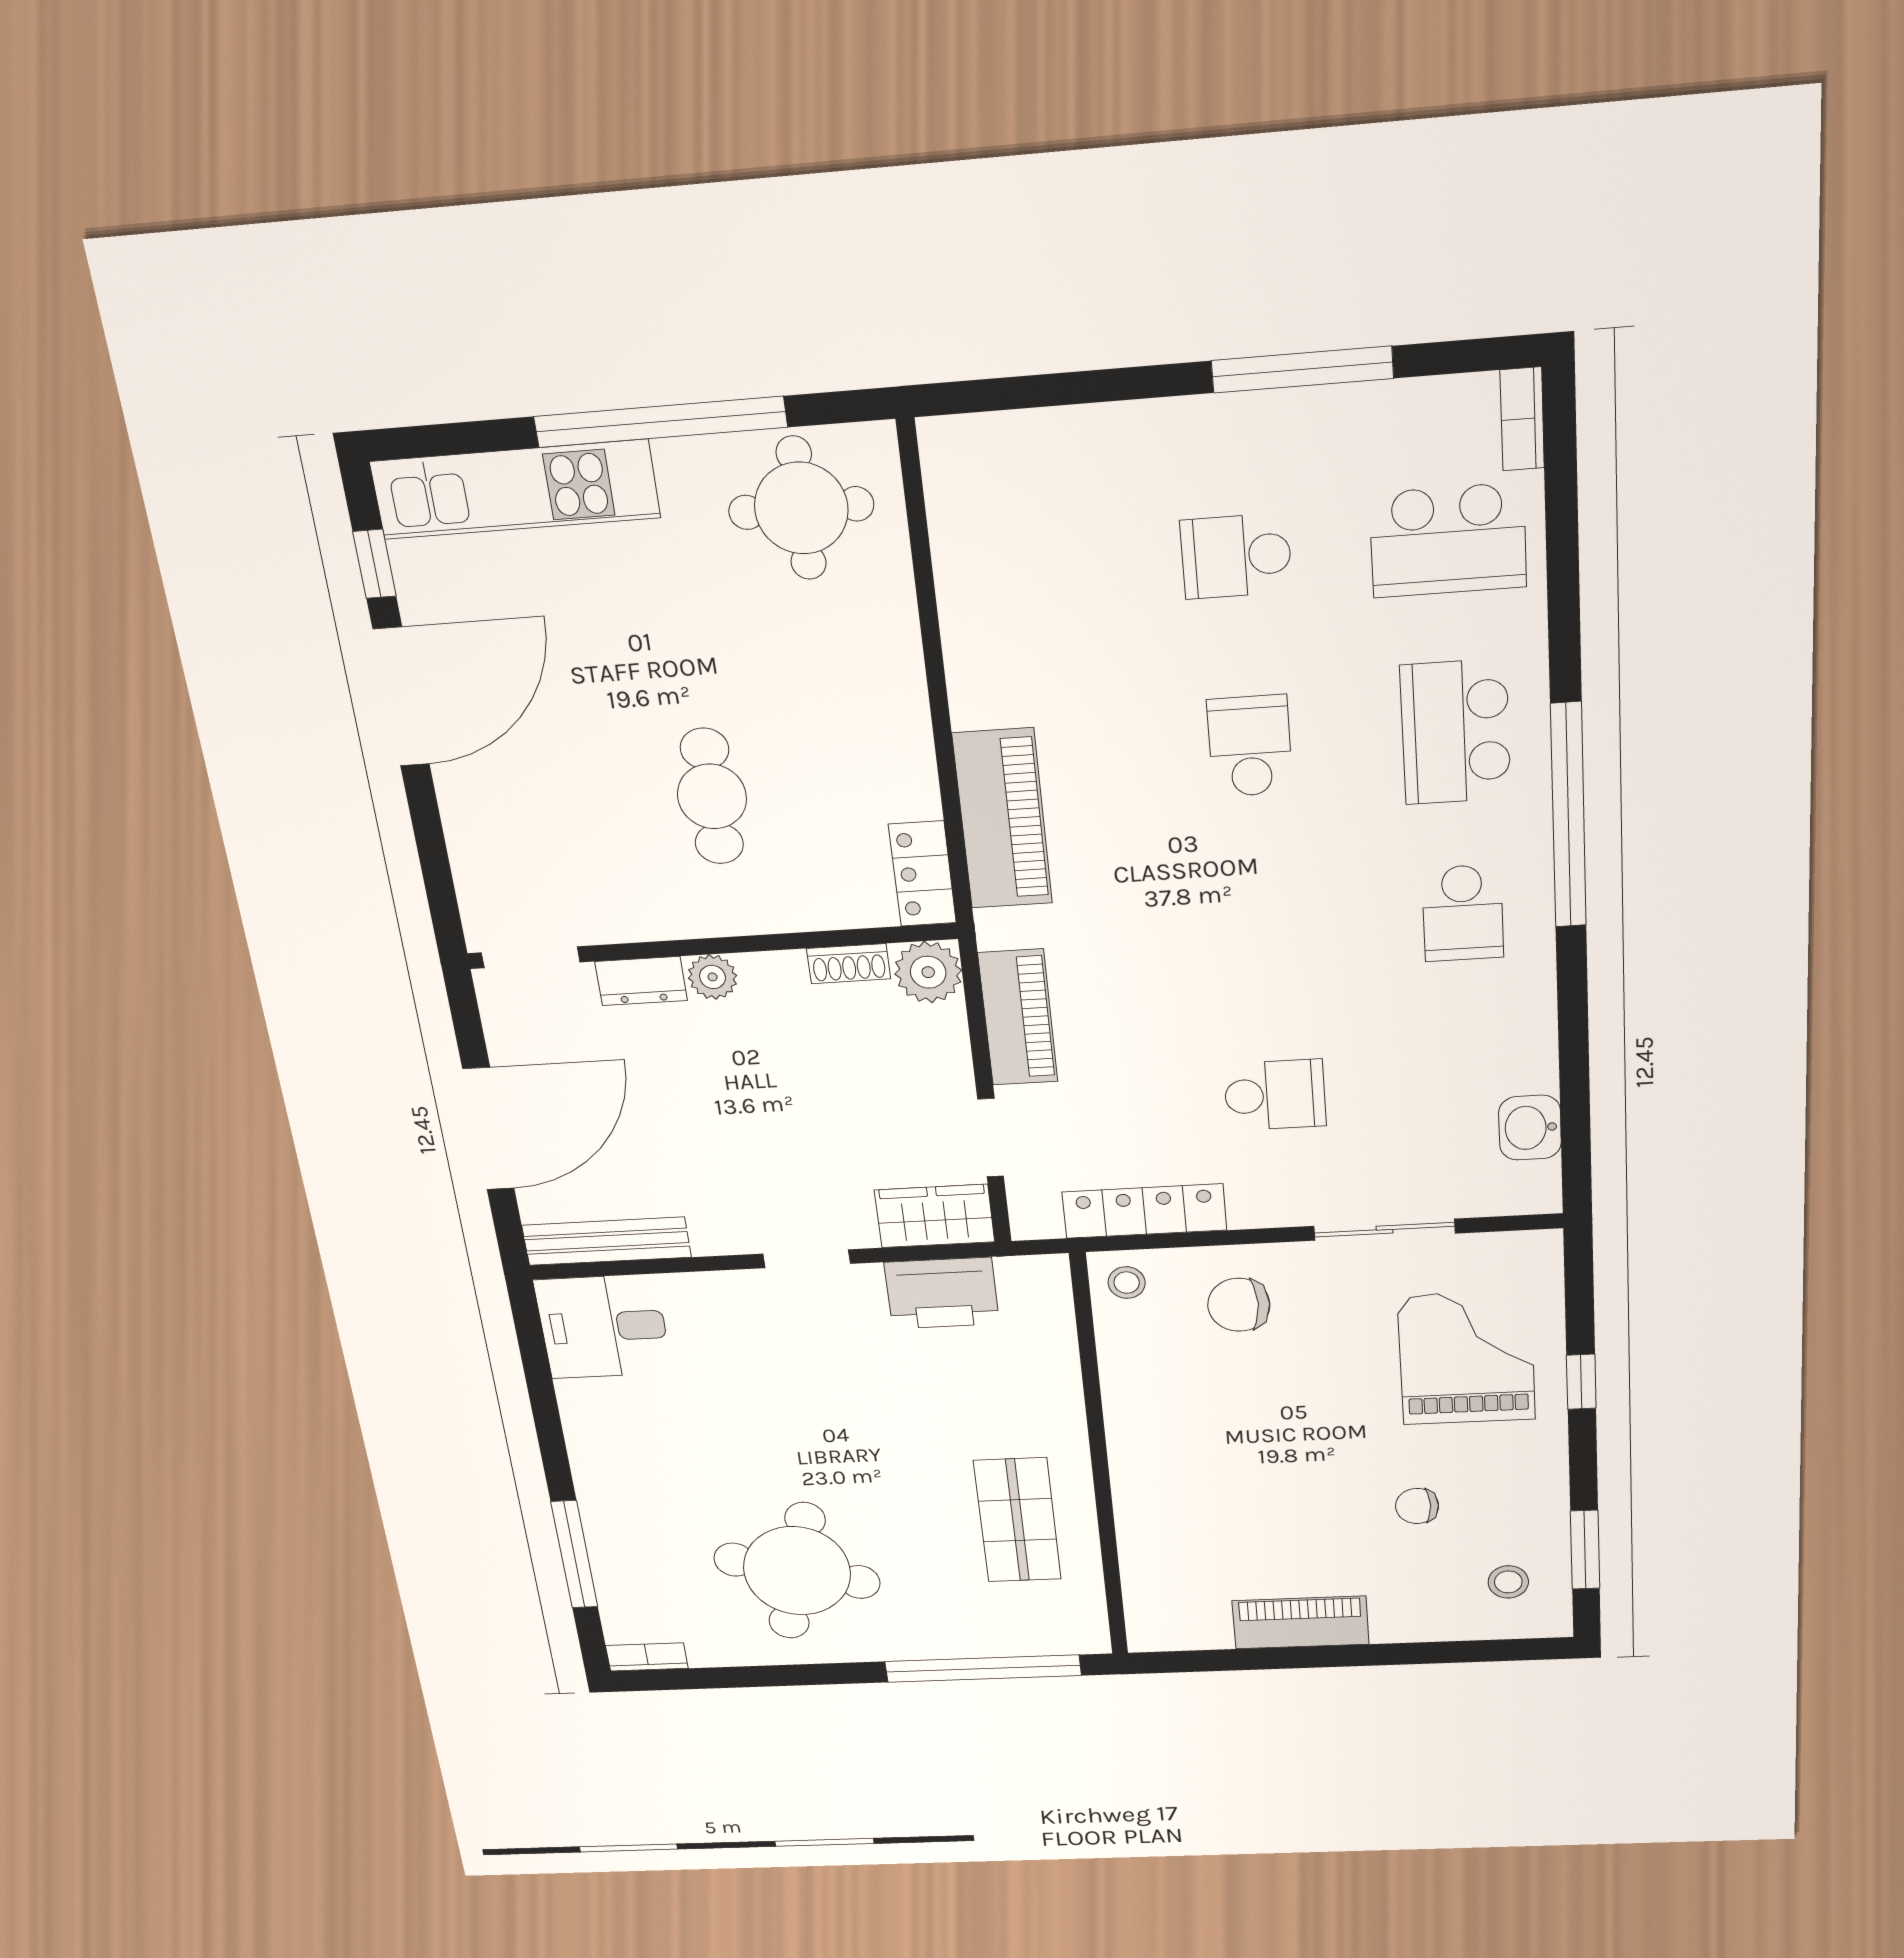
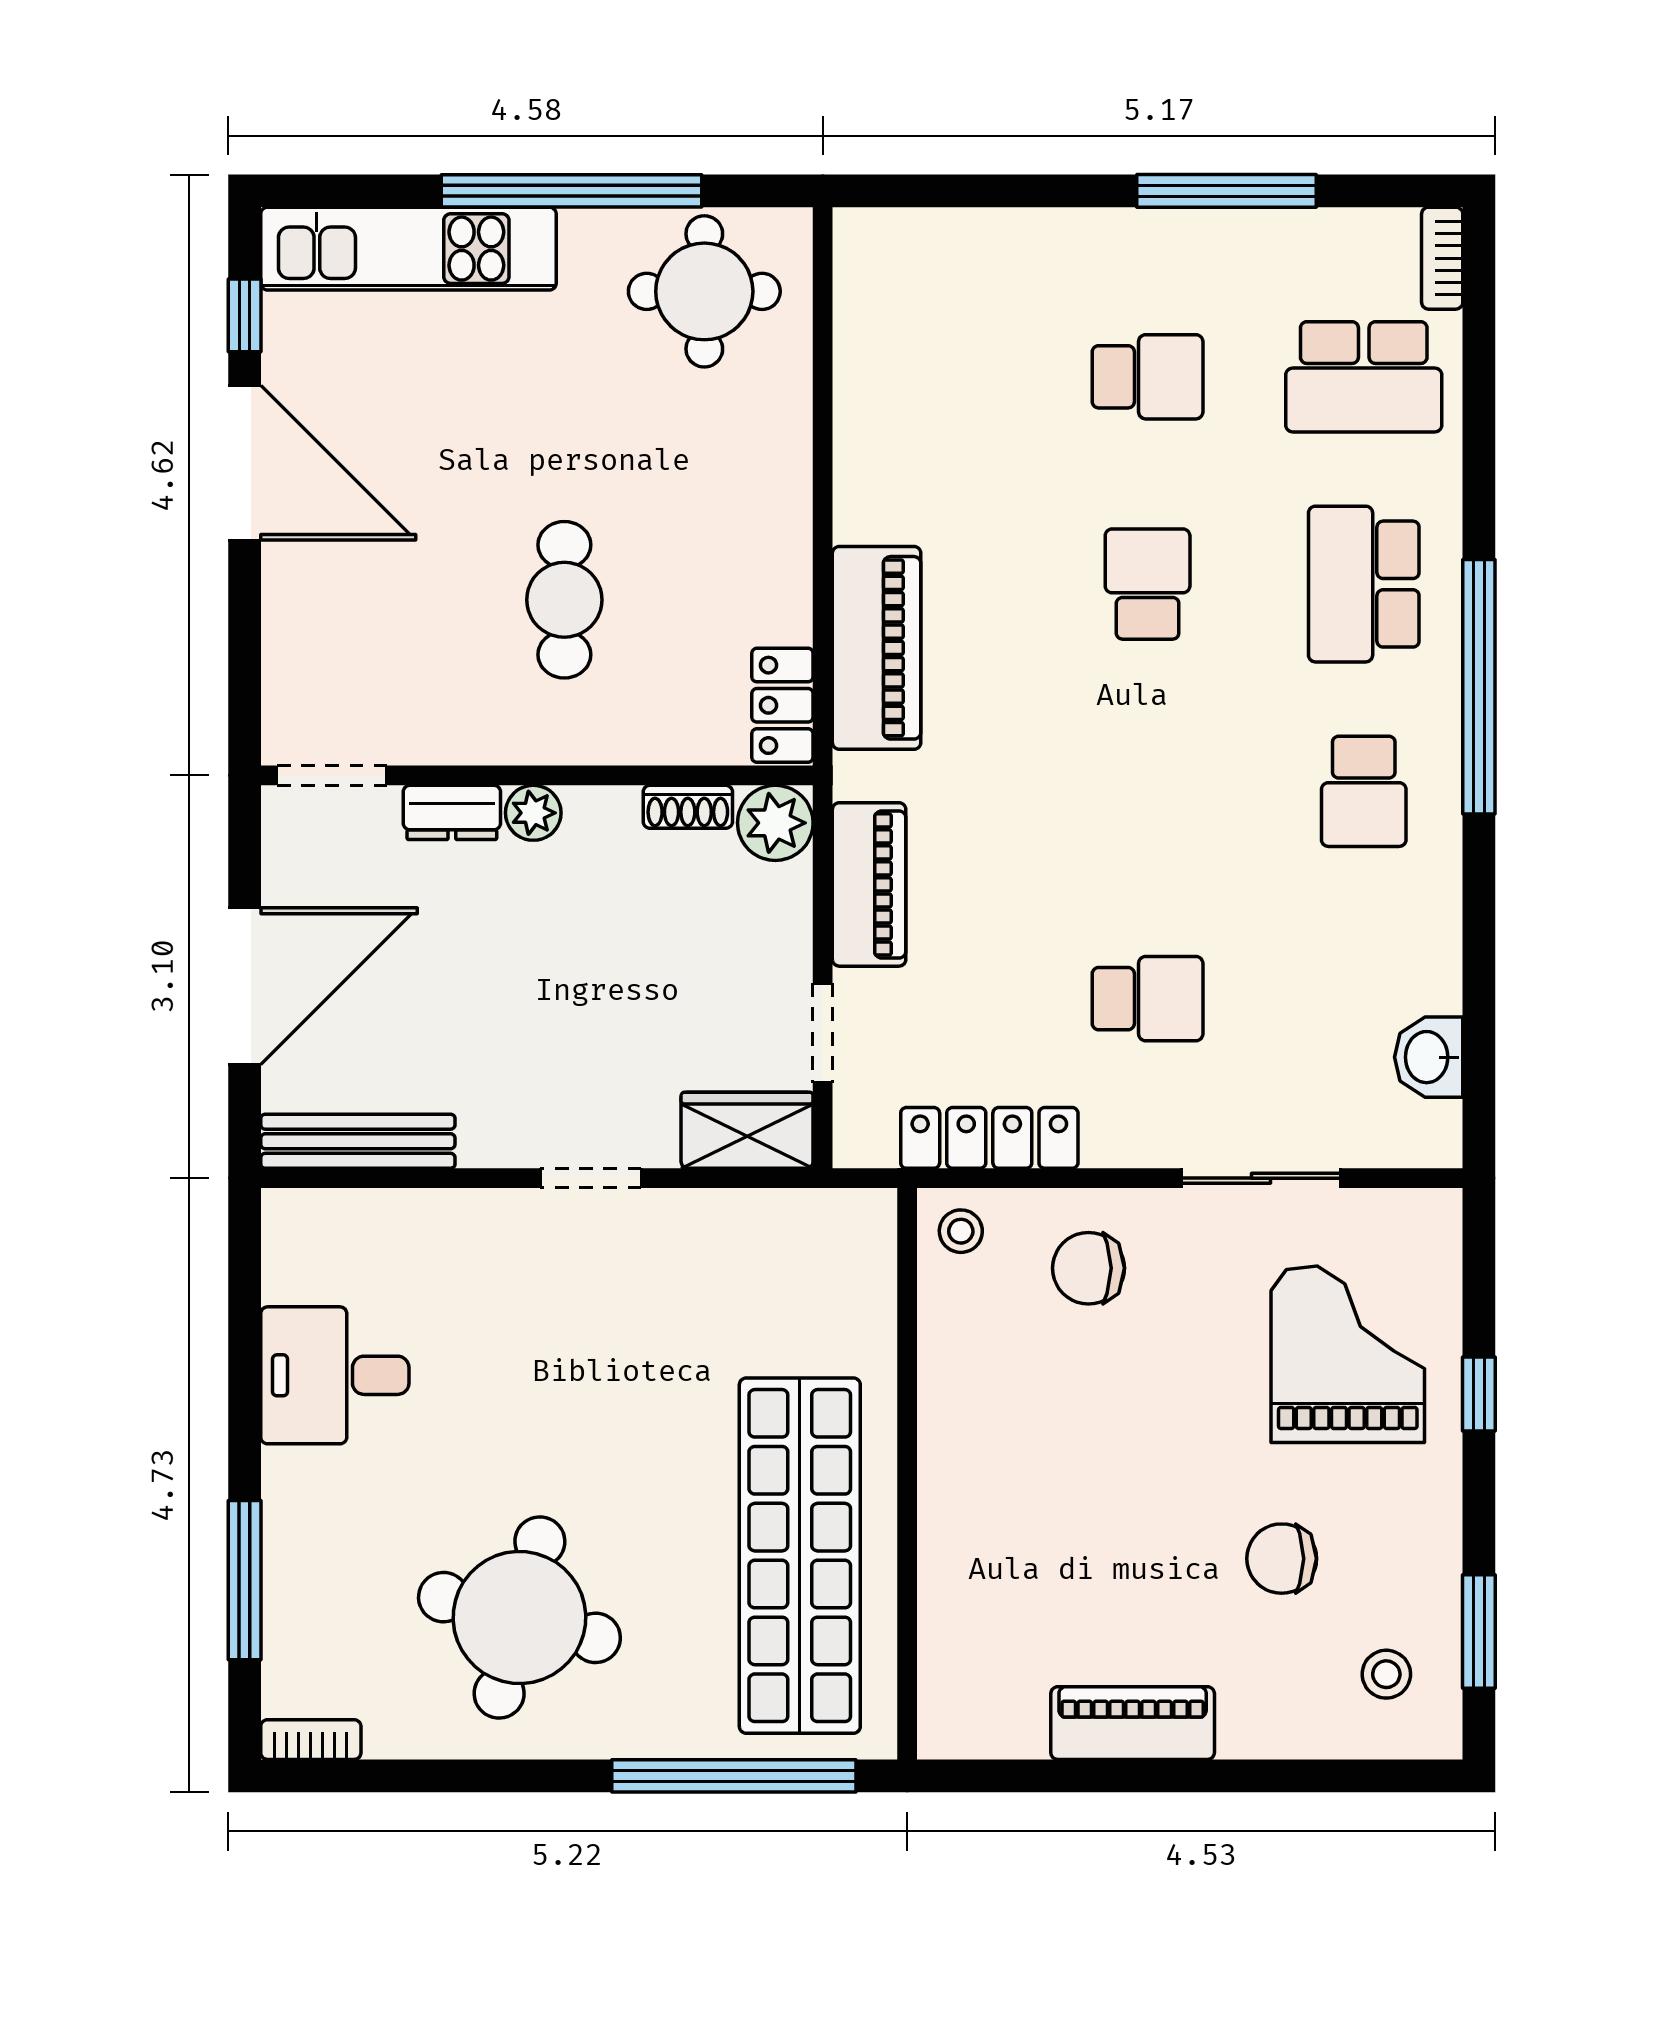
school desk: (1236, 556) -> (1148, 377), turned 180
door: (401, 697) -> (245, 463), hinge flipped
printer: (942, 1293) -> (744, 1233), removed
desk: (603, 1327) -> (335, 1375), moved
chair: (1417, 1506) -> (1282, 1559), width x1.37, depth x1.37
shop shelf: (1017, 1520) -> (800, 1556), width x2.00, depth x1.36

